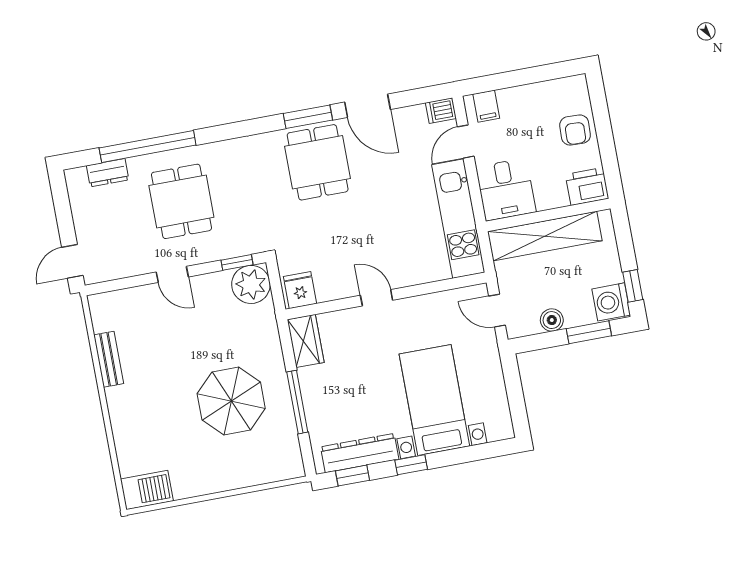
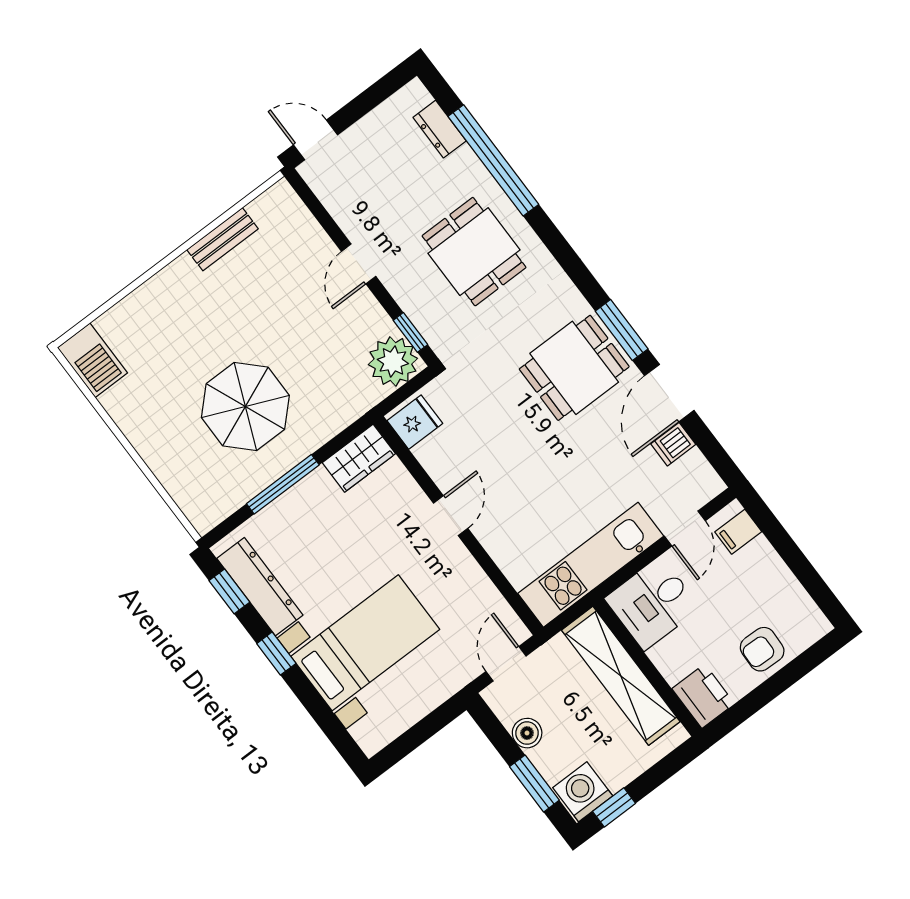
dishwasher: (441, 111) -> (673, 444), moved, turned -90
door: (466, 142) -> (685, 528), swing flipped
dining table: (181, 201) -> (474, 252), moved, turned 90

